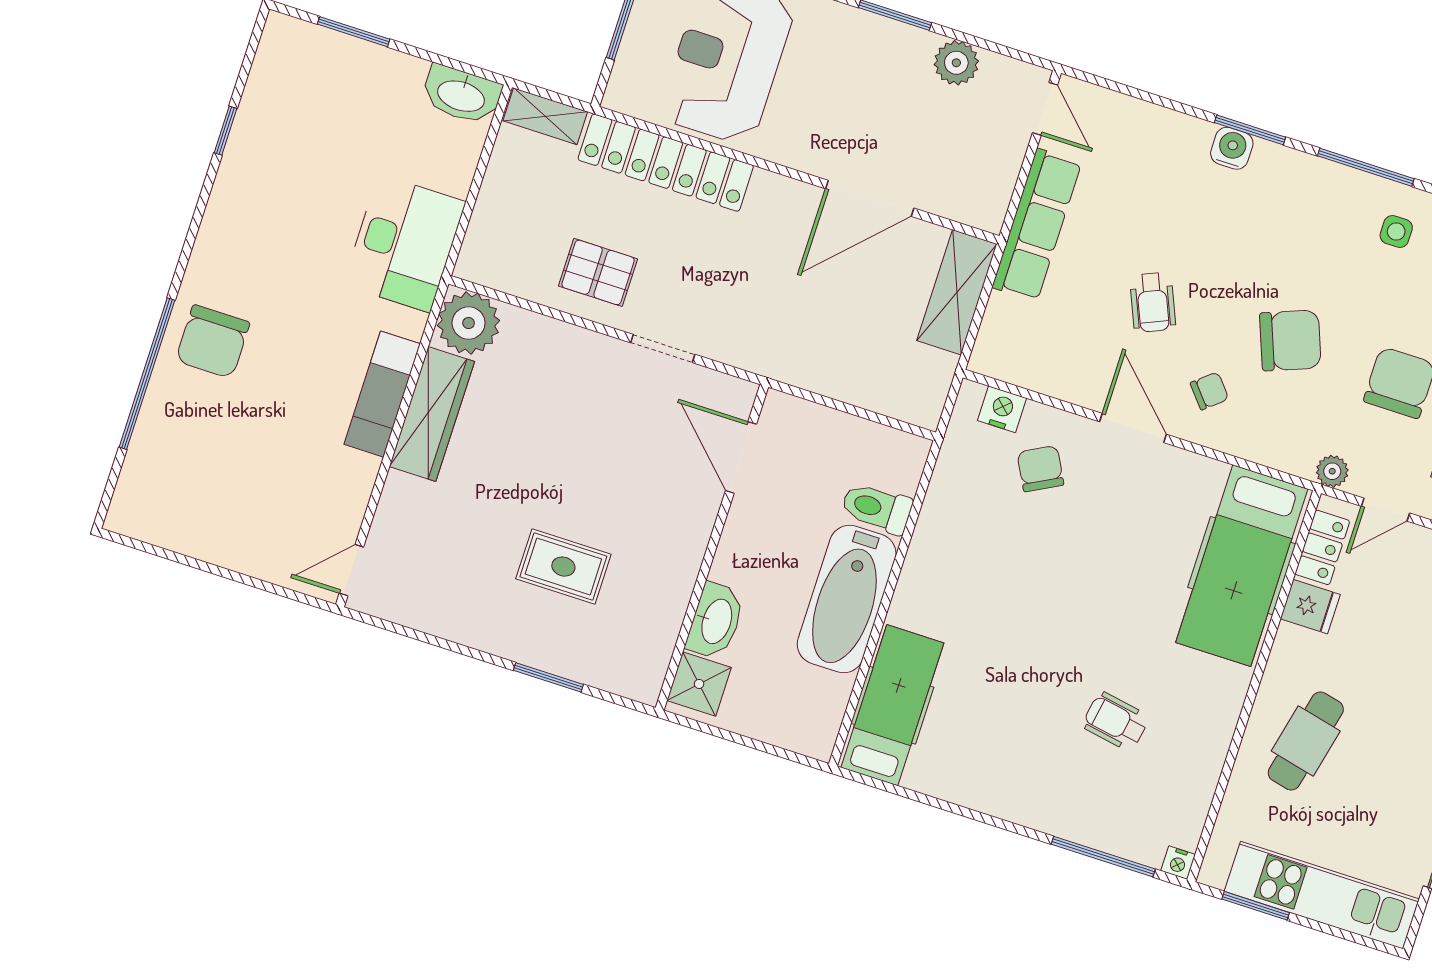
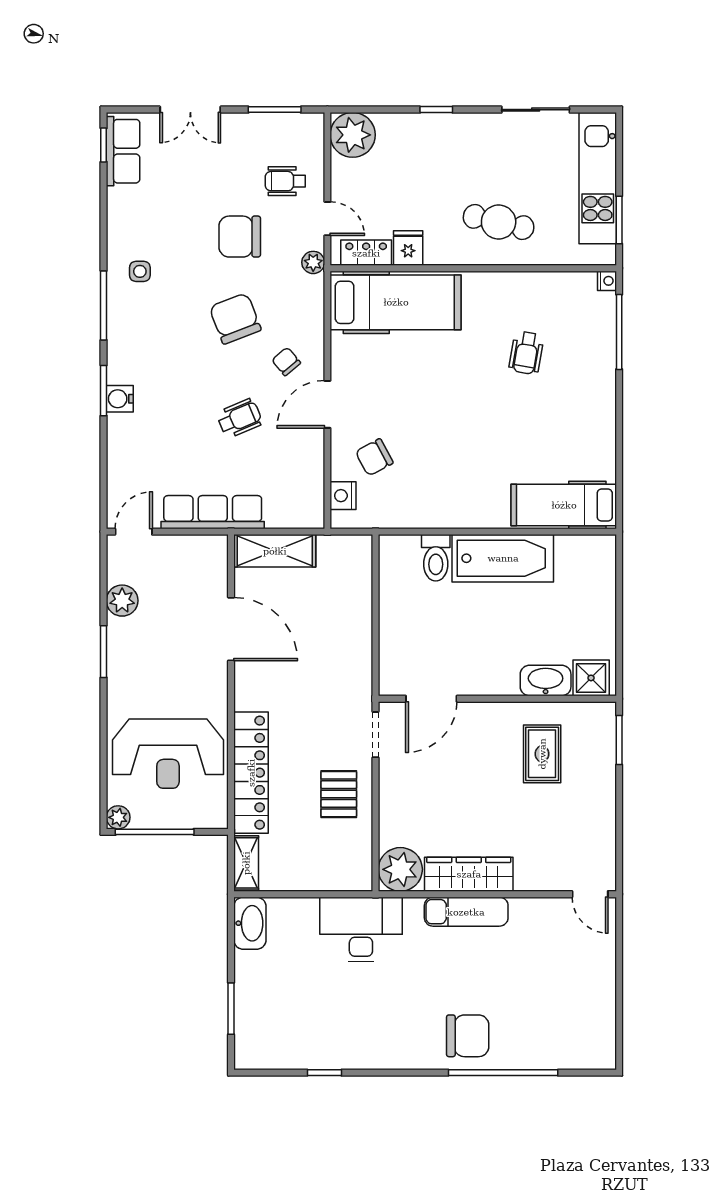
door: (741, 457) -> (431, 699), moved
wall: (712, 547) -> (497, 699), moved
washbasin: (716, 621) -> (546, 681), moved
shower: (699, 684) -> (591, 678), moved

